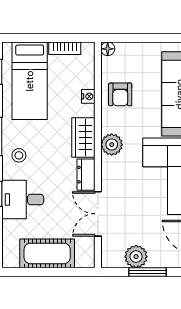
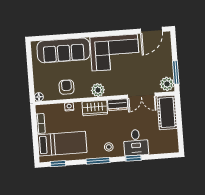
armchair: (120, 94) -> (67, 87), turned -90
cot: (47, 253) -> (167, 112), moved
plant: (136, 257) -> (167, 84), moved
window: (148, 272) -> (176, 72), moved

